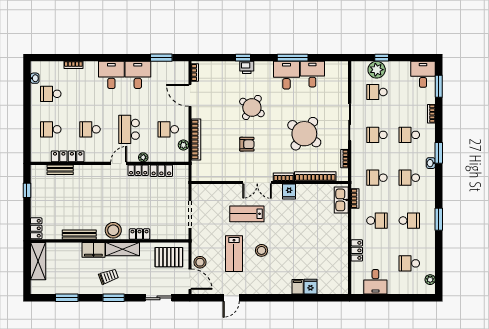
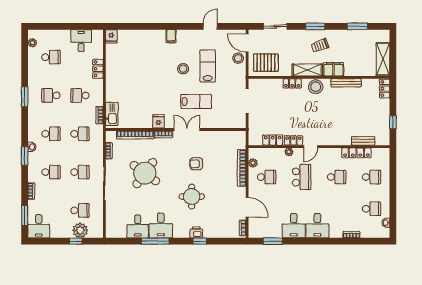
round table: (252, 107) -> (192, 197), turned -34
filing cabinet: (298, 287) -> (171, 36), moved
fridge: (310, 287) -> (111, 36), moved

